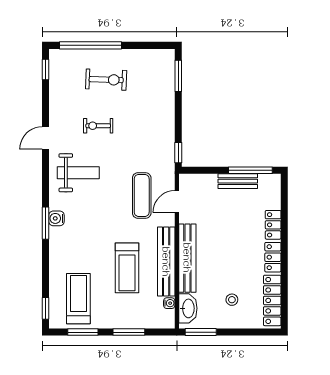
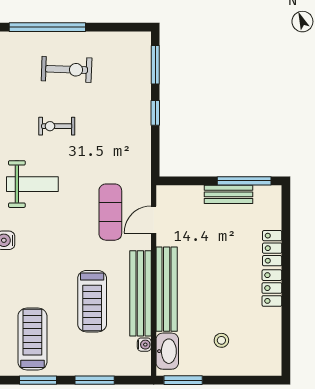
window: (178, 153) -> (155, 113), moved
locker: (272, 300) -> (271, 341), removed

